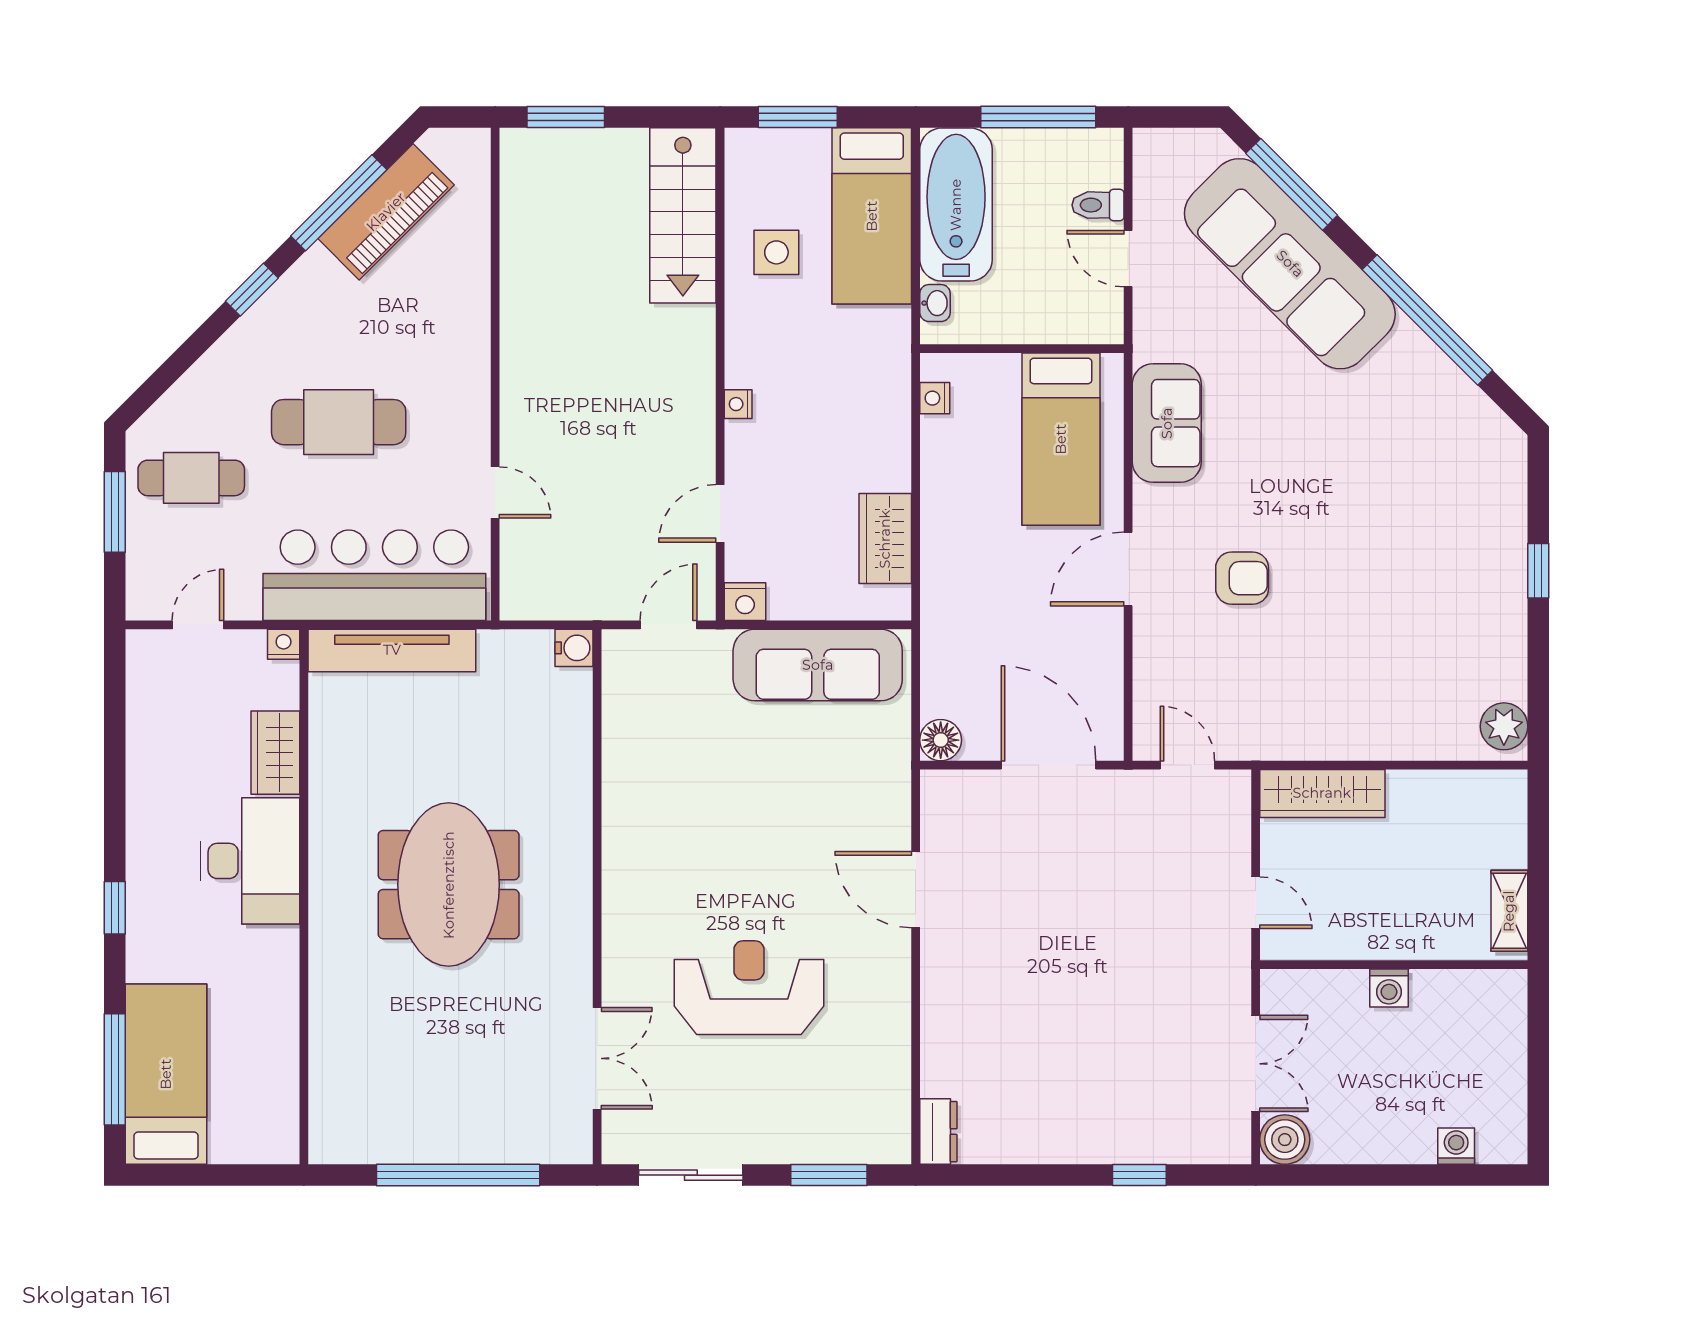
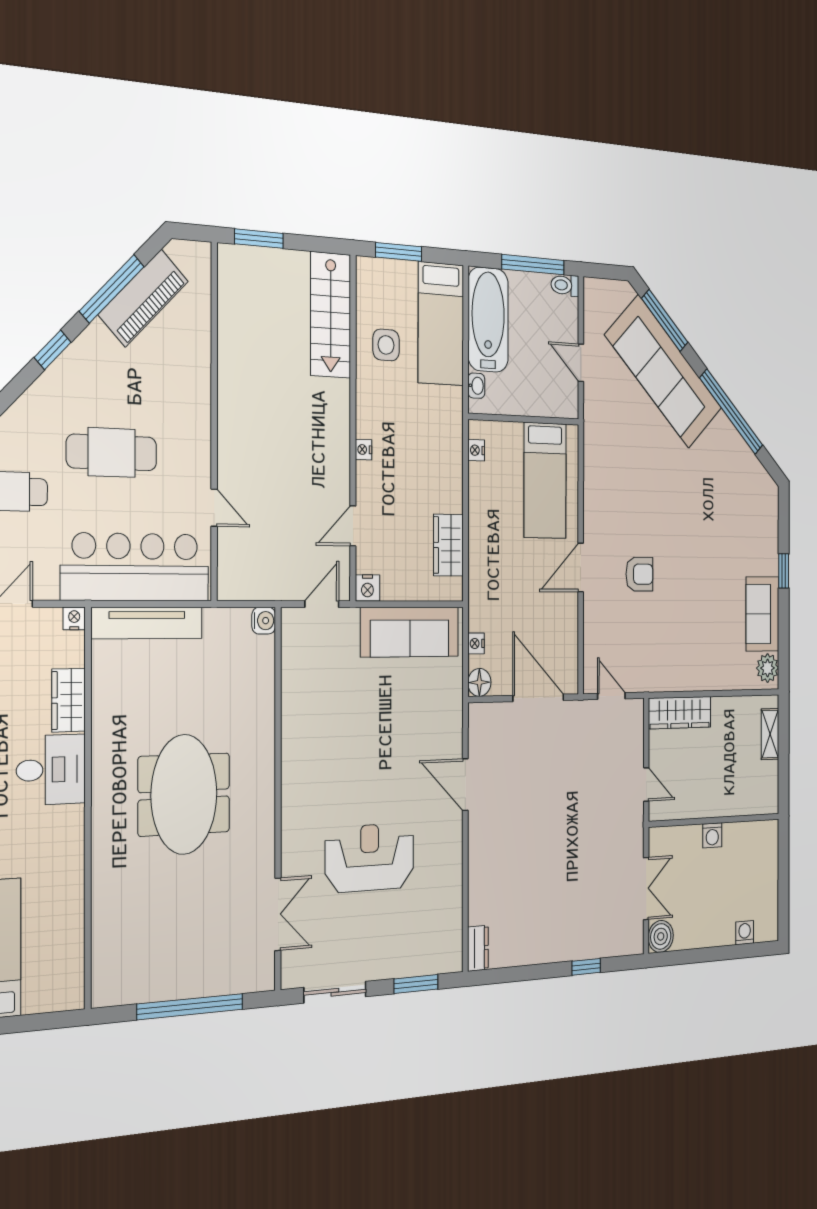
toilet: (1098, 205) -> (565, 285), moved
sofa: (1167, 423) -> (763, 614), moved, turned 180
nightstand: (935, 683) -> (476, 644), added
desk: (250, 861) -> (51, 770), width x0.73
shelving: (1509, 911) -> (770, 734), moved

